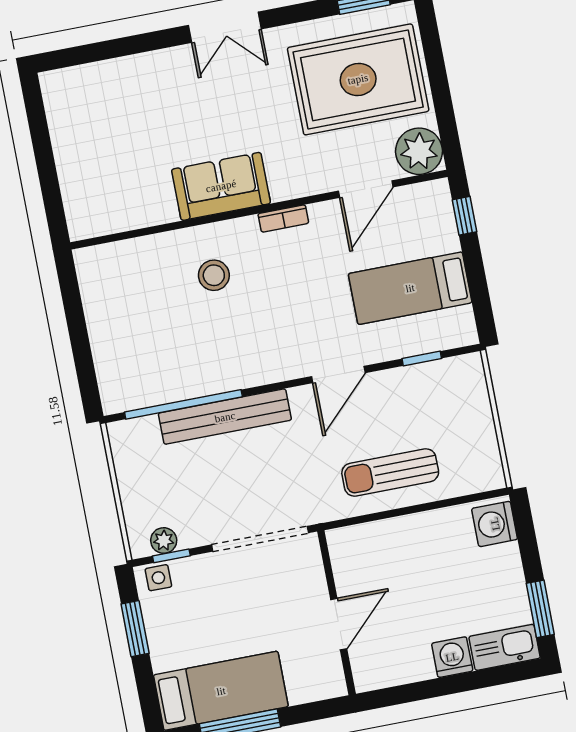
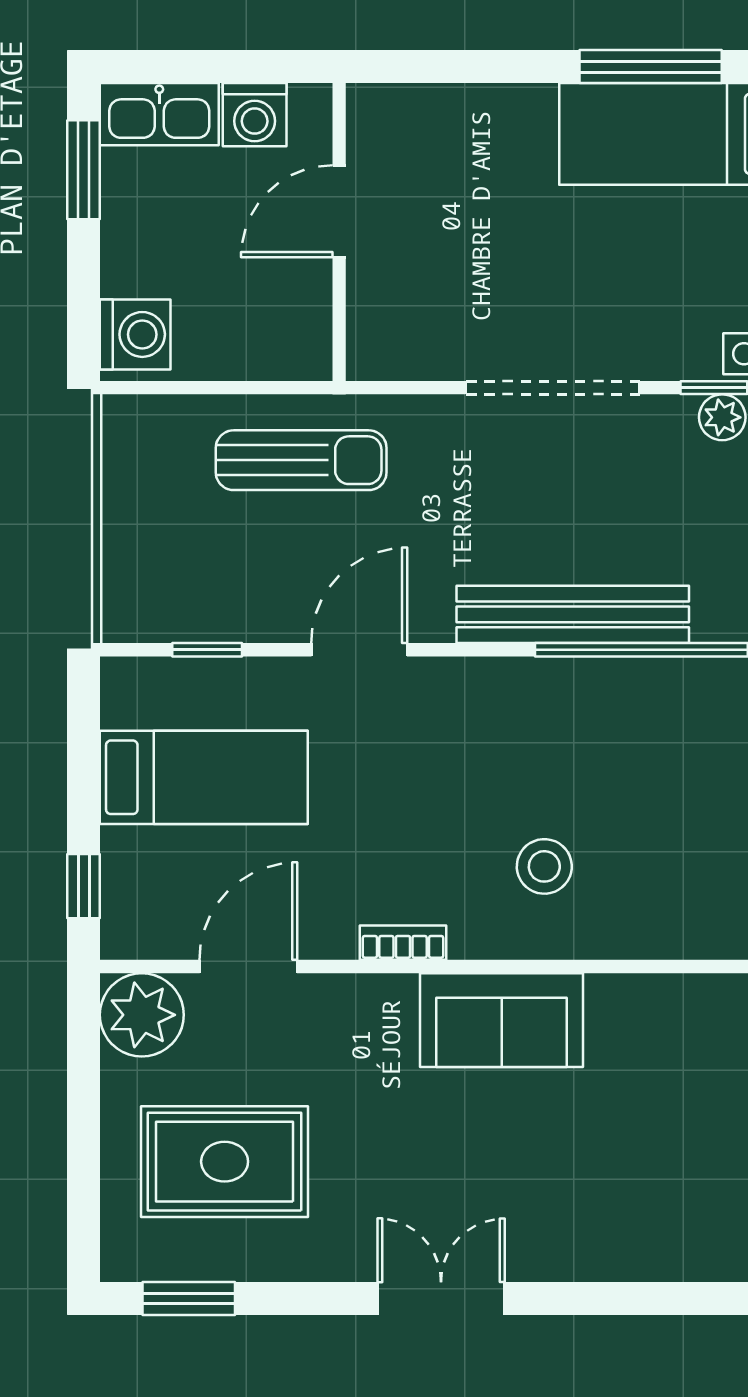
rug: (358, 79) -> (225, 1162), width x0.73, depth x0.69
wall: (337, 613) -> (339, 232), moved
door: (339, 624) -> (339, 211), moved

